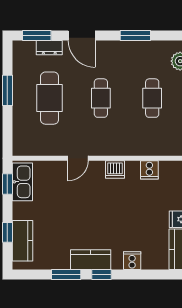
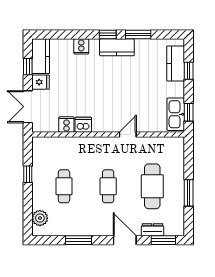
dishwasher: (115, 170) -> (83, 125), moved

